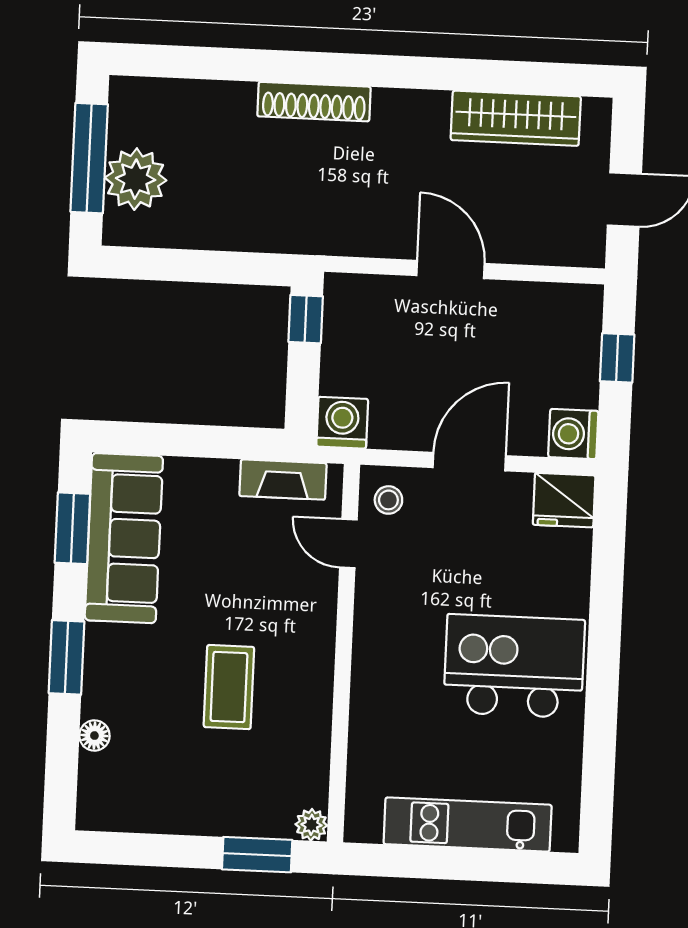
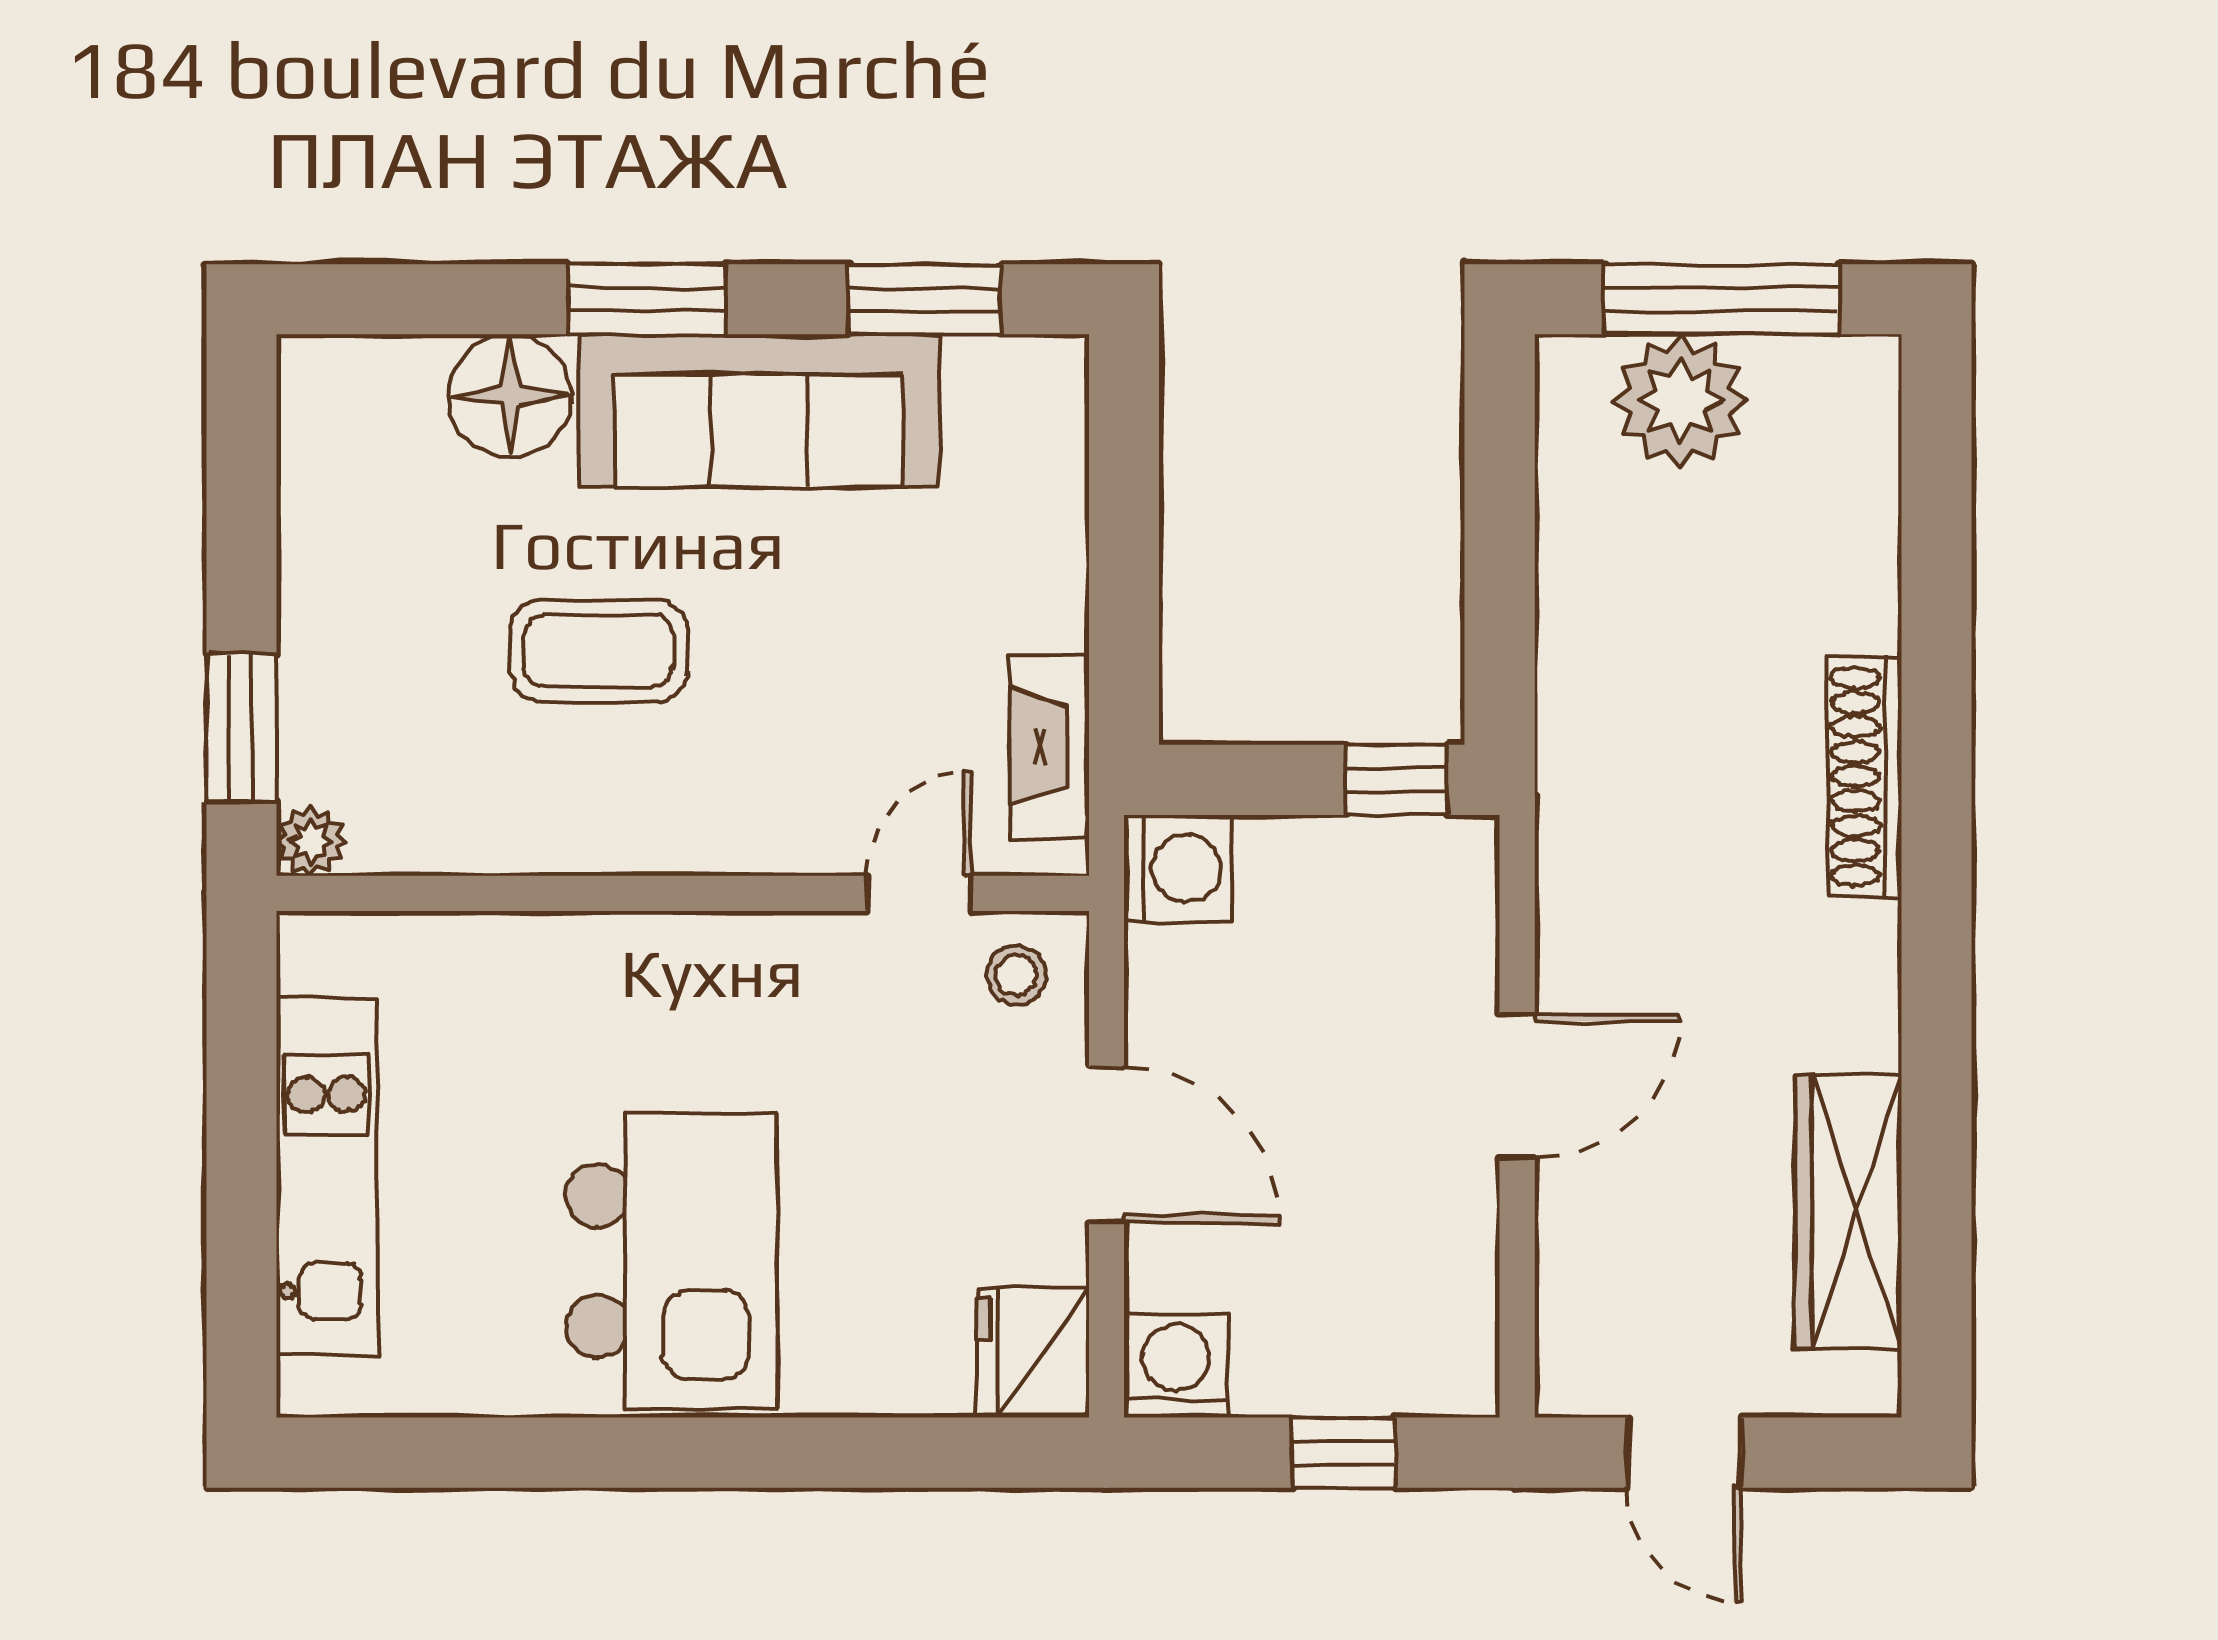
sofa: (124, 538) -> (759, 411), moved
floor lamp: (94, 736) -> (510, 396), width x1.89, depth x1.89

